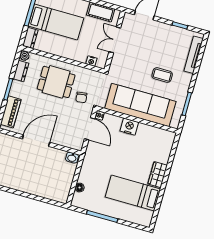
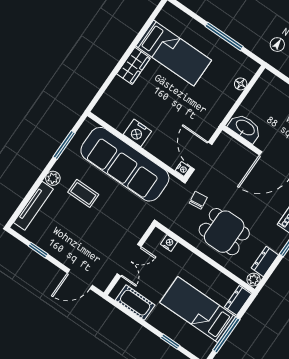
plant: (187, 78) -> (53, 178), added
nightstand: (129, 127) -> (137, 133), moved
washbasin: (72, 158) -> (245, 128), width x1.91, depth x1.45

